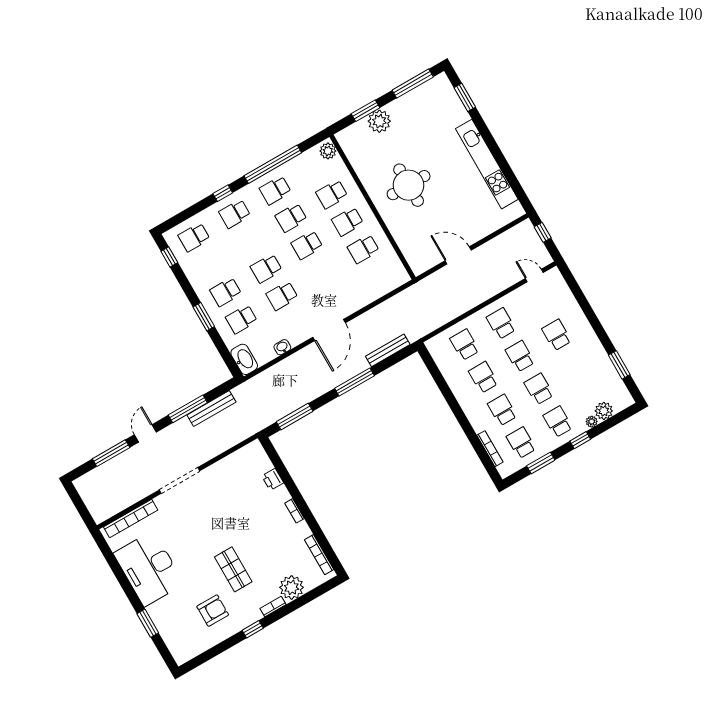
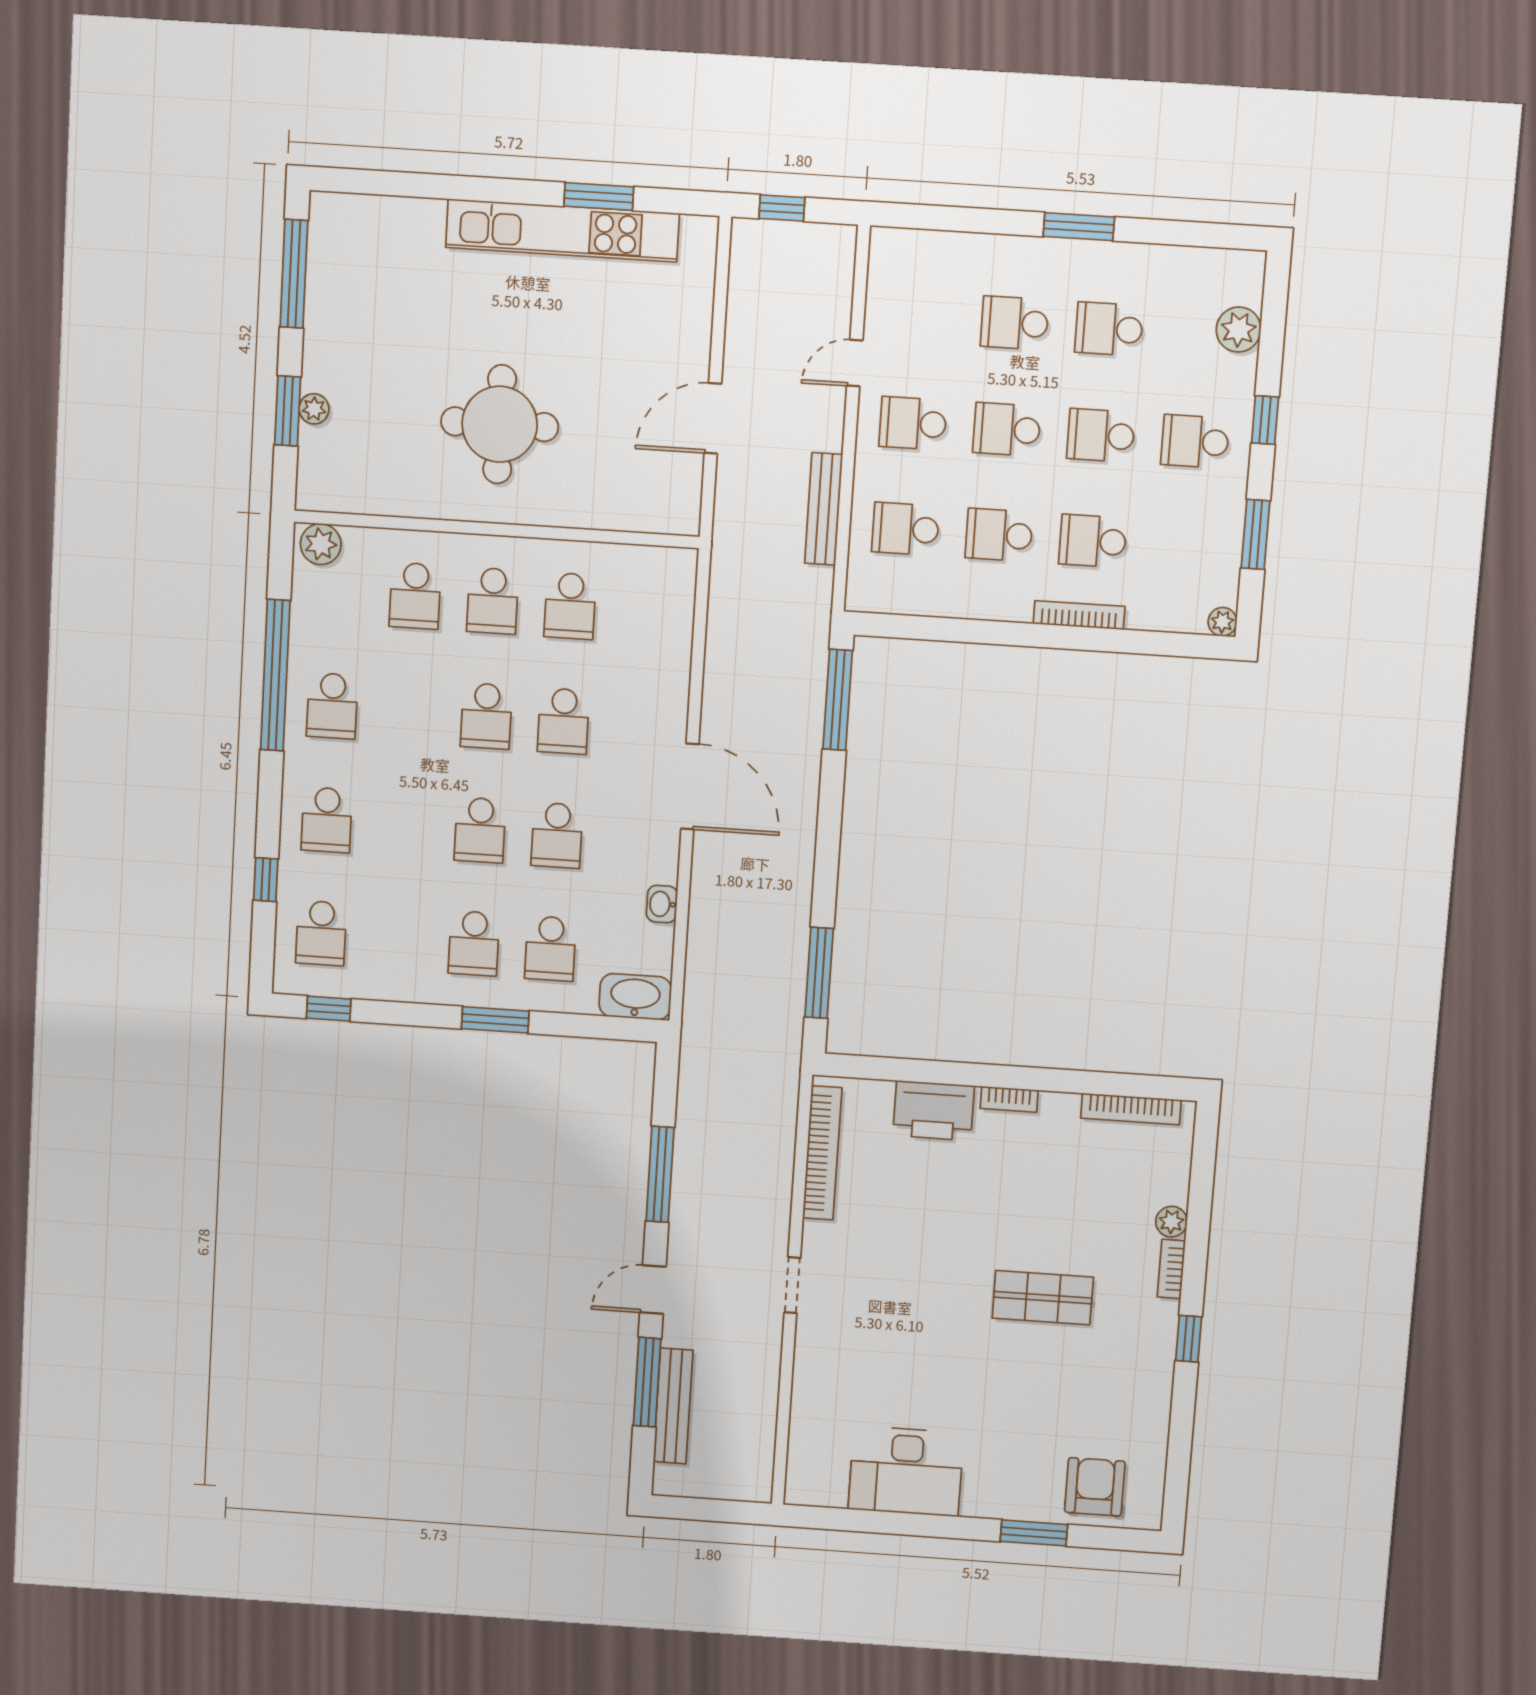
window: (465, 97) -> (599, 196), moved
plant: (379, 121) -> (314, 409), width x0.53, depth x0.53
window: (223, 193) -> (266, 880), moved
school desk: (291, 218) -> (563, 721), moved
door: (534, 276) -> (855, 363), moved
bench: (388, 350) -> (824, 509), moved
window: (619, 365) -> (1079, 227), moved
window: (355, 382) -> (838, 700), moved
bench: (211, 408) -> (673, 1406), moved
plant: (592, 422) -> (1222, 622), moved
door: (145, 433) -> (653, 1290), hinge flipped
school desk: (521, 443) -> (1109, 329), moved
bookcase: (490, 449) -> (1079, 615), moved
printer: (273, 479) -> (934, 1111), width x1.87, depth x1.48
doorway: (179, 480) -> (792, 1285), width x0.53
bookcase: (131, 519) -> (822, 1153), moved
desk: (149, 569) -> (906, 1471), width x0.73, depth x0.77
plant: (292, 587) -> (1171, 1222), width x0.53, depth x0.53
armchair: (213, 611) -> (1095, 1487), moved

